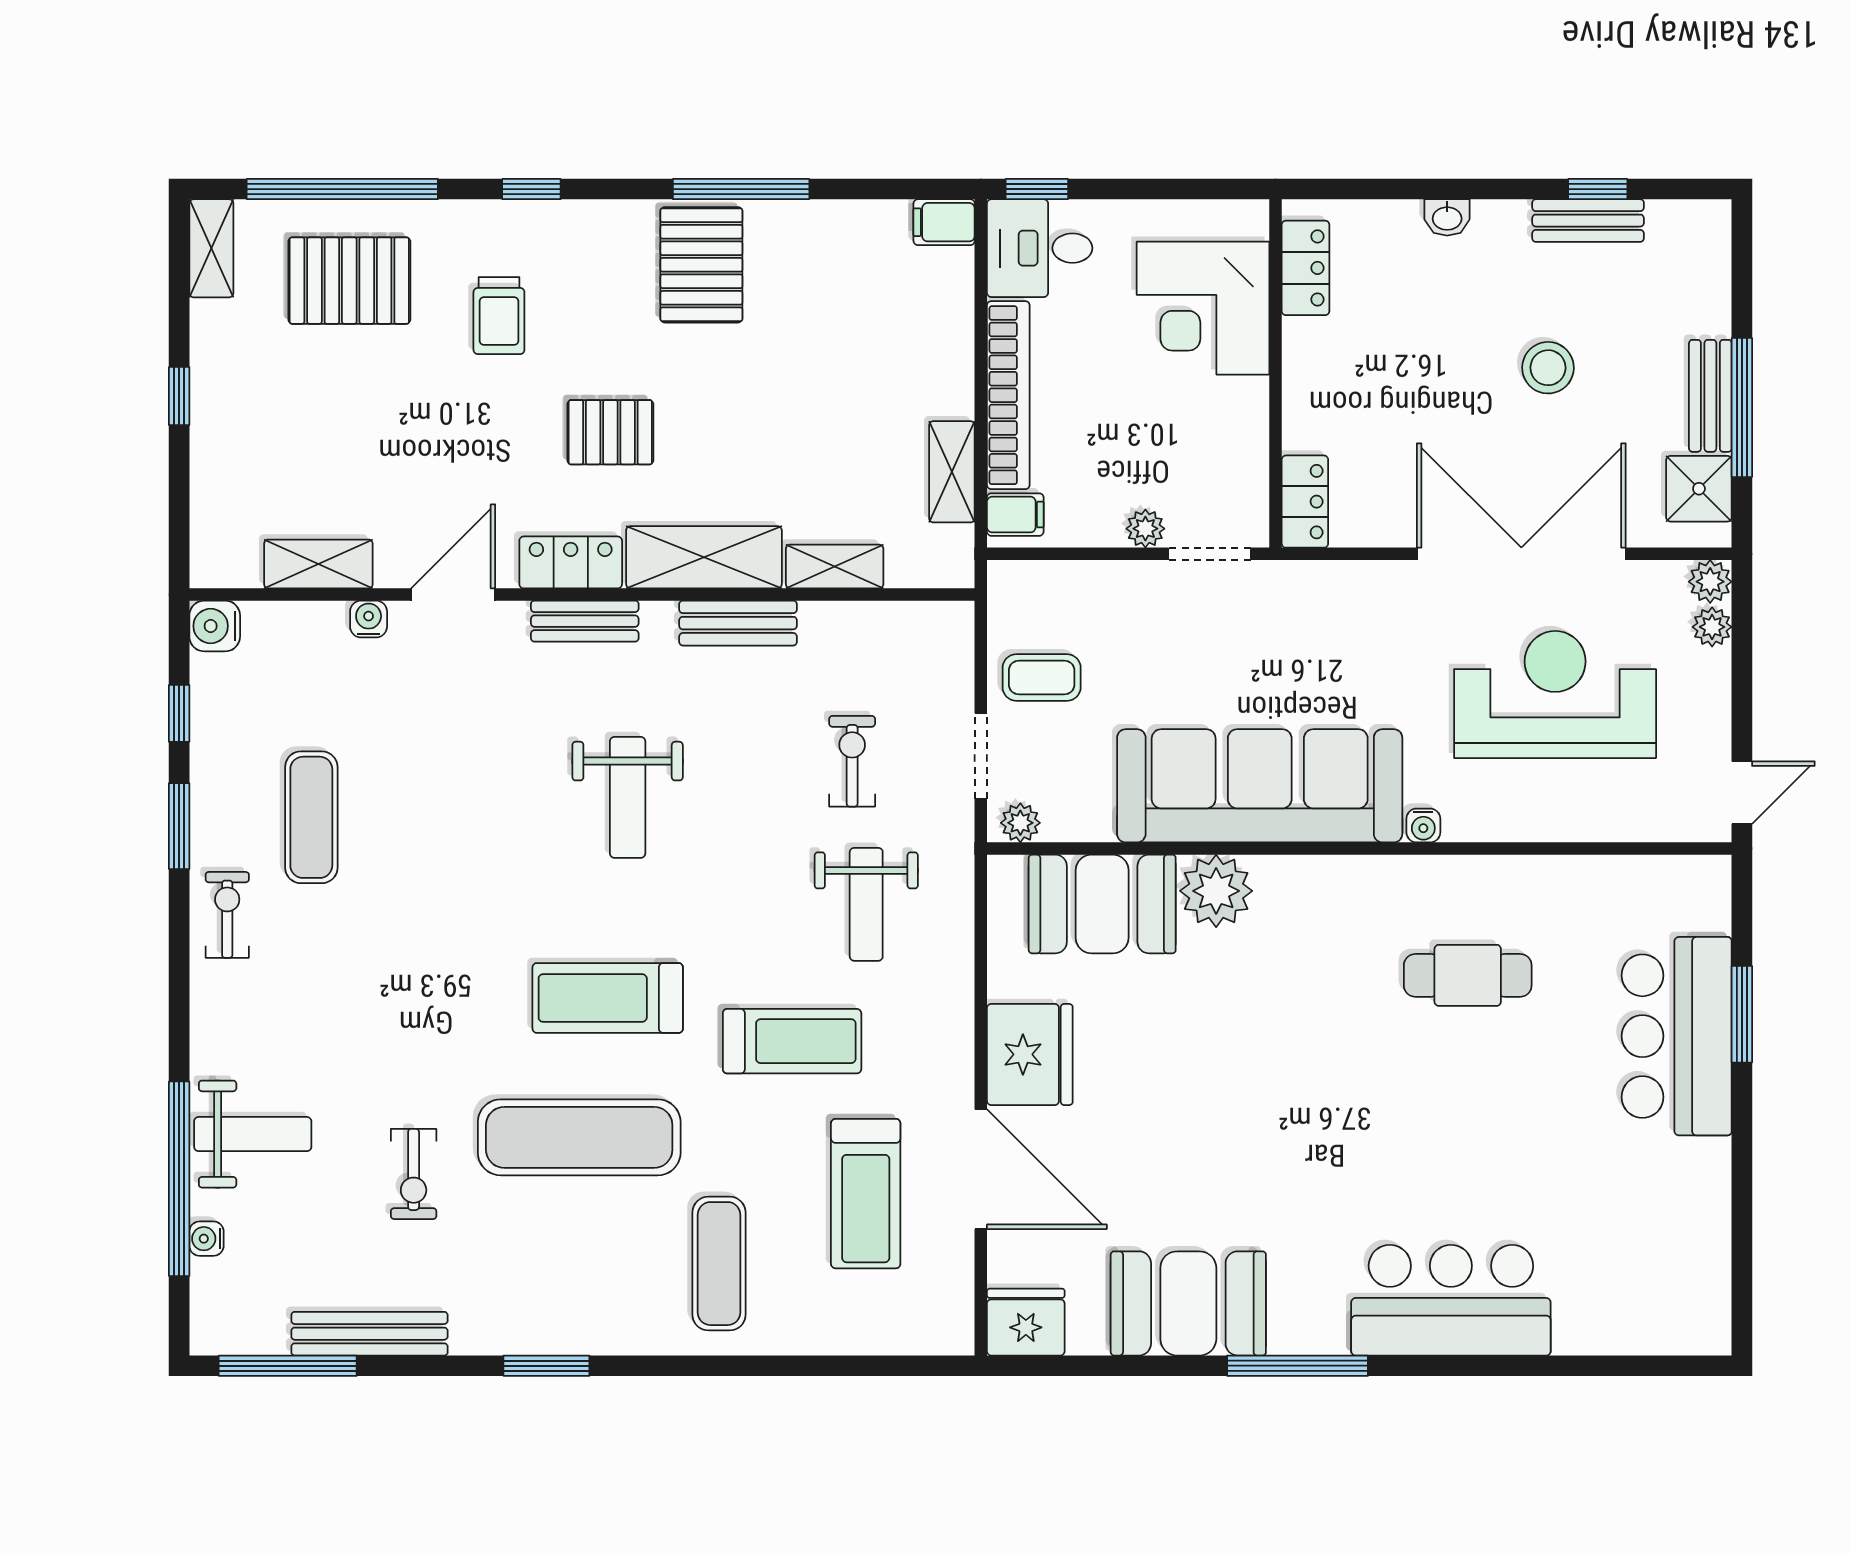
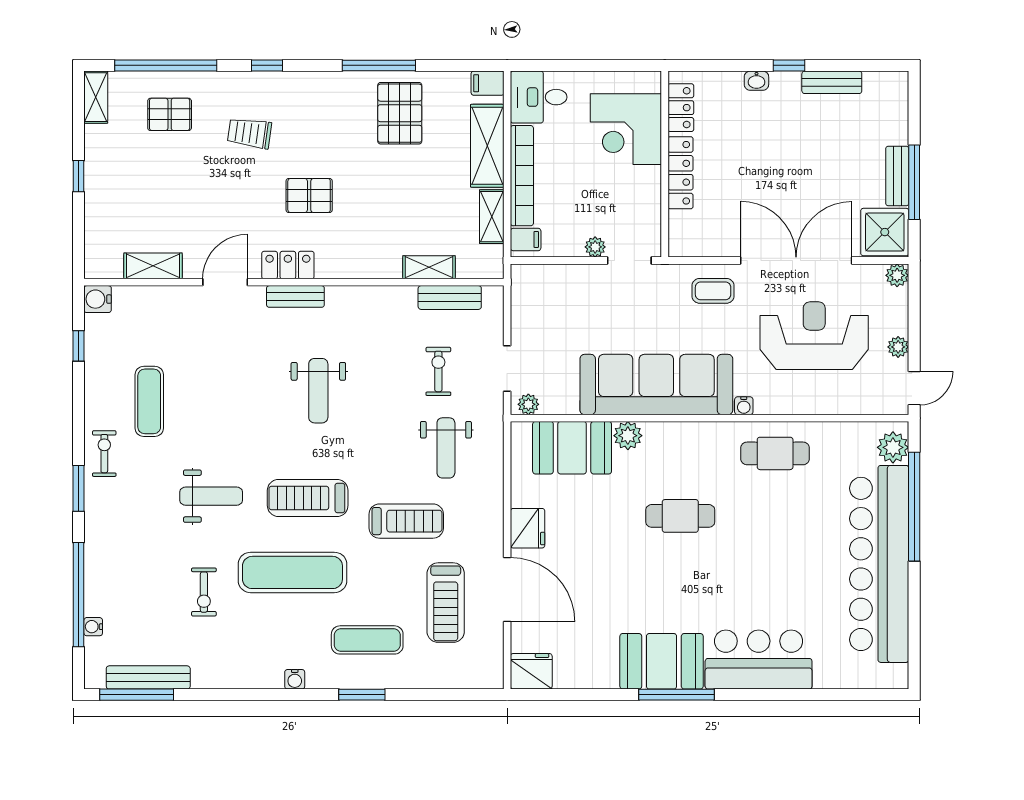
window: (1037, 189) -> (537, 65), removed
window: (1598, 189) -> (789, 65), moved
pallet: (701, 265) -> (400, 113), moved
pallet: (349, 281) -> (170, 114), width x0.67, depth x0.71
trolley: (499, 316) -> (250, 133), turned 98
stool: (1548, 368) -> (810, 161), removed
shower: (1699, 489) -> (885, 232), width x1.36, depth x1.36
locker: (1305, 502) -> (680, 173), moved, width x1.53
shelving: (704, 557) -> (487, 146), moved, turned 90
water cooler: (369, 619) -> (295, 679), moved, turned 180
bench: (738, 623) -> (450, 298), moved
plant: (1712, 627) -> (898, 347), moved
coffee table: (1042, 678) -> (713, 291), moved
window: (179, 826) -> (79, 488), moved
plant: (1216, 891) -> (628, 436), width x0.73, depth x0.73
plant: (1702, 903) -> (893, 447), added
cafe table: (1468, 975) -> (775, 453), moved
window: (1742, 1014) -> (914, 507), width x2.11
cafe table: (1305, 1031) -> (680, 516), added
bar counter: (1677, 1036) -> (879, 564), width x1.86
fridge: (1030, 1054) -> (528, 528), width x0.73, depth x0.75
weight bench: (253, 1134) -> (211, 496), moved
exercise mat: (719, 1264) -> (367, 640), turned 90
booth: (1188, 1303) -> (662, 661), moved
bench: (369, 1334) -> (148, 677), moved
window: (546, 1366) -> (362, 695), moved

